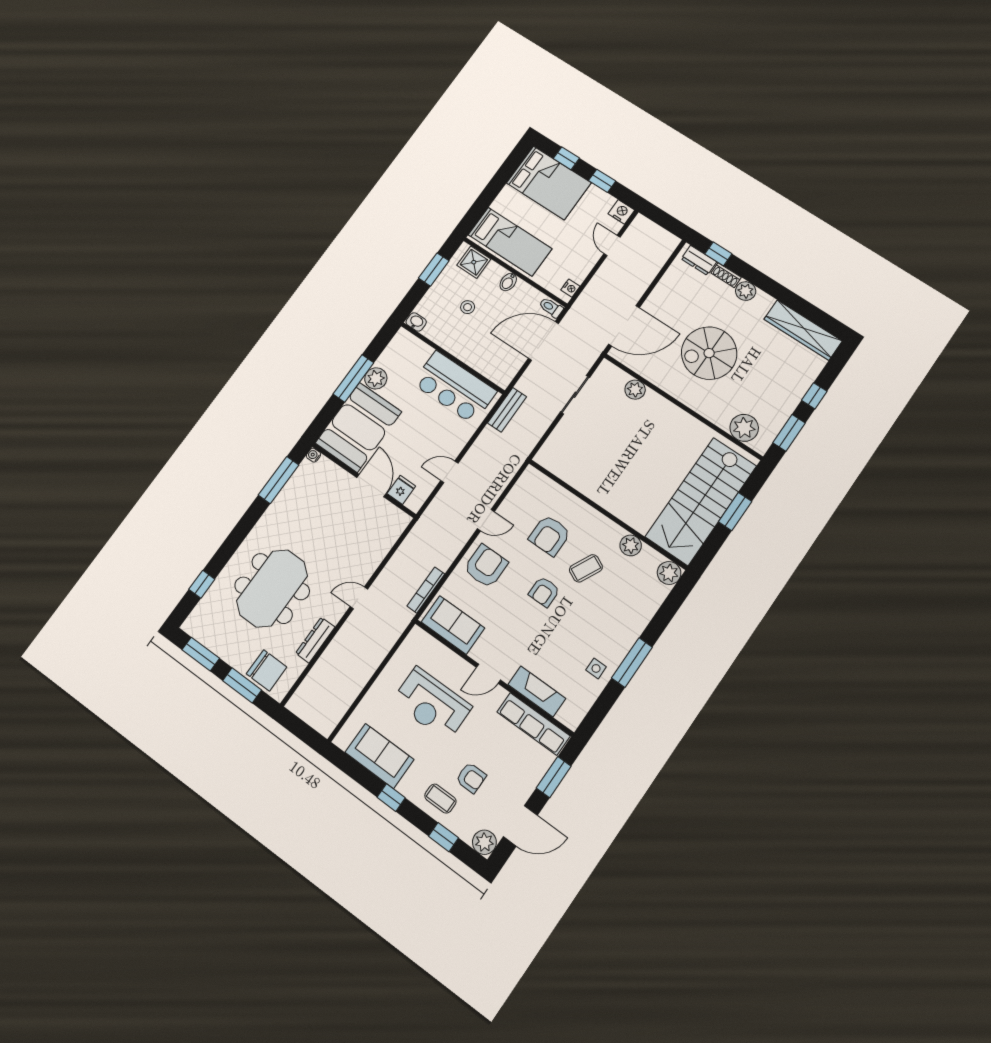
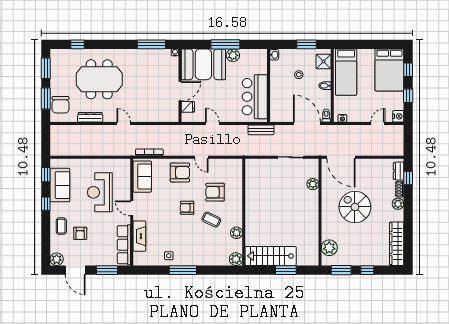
stairs: (701, 501) -> (271, 256), width x0.73, depth x0.66
window: (443, 837) -> (46, 175), moved

